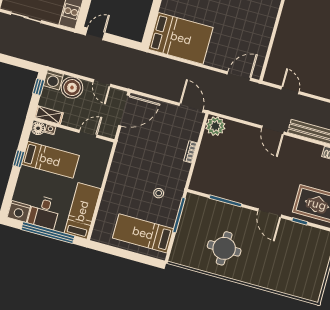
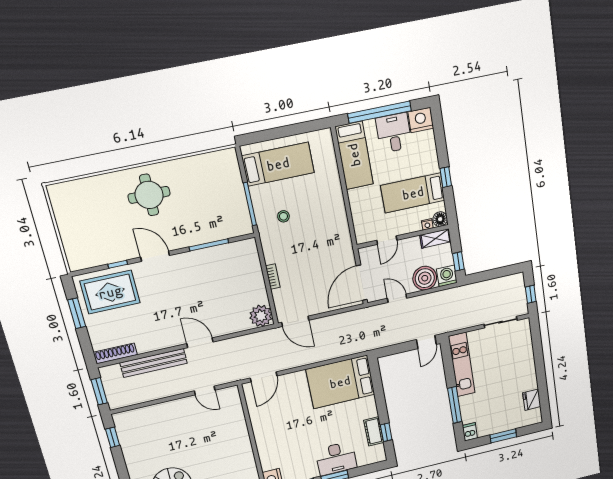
round table: (224, 248) -> (149, 195), moved

